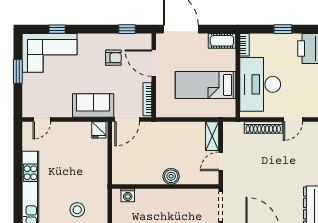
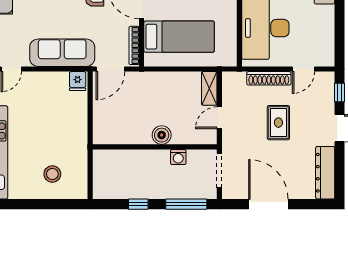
bed: (206, 85) -> (179, 37), moved, turned 180
sofa: (93, 106) -> (62, 53), width x1.36
rug: (271, 166) -> (278, 123), added
washing machine: (128, 195) -> (178, 157), moved

